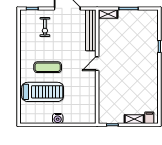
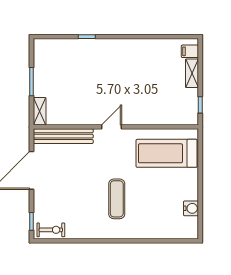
exercise bike: (45, 27) -> (51, 230), moved
door: (97, 64) -> (112, 127), swing flipped
treadmill: (43, 92) -> (167, 153), moved, turned -90
water cooler: (58, 118) -> (191, 208), moved

